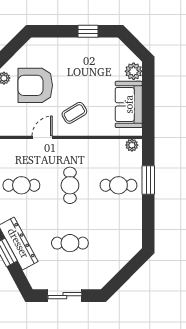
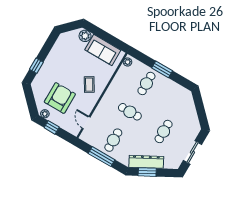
window: (88, 31) -> (36, 66), moved
armchair: (35, 85) -> (60, 98), turned 180
door: (42, 137) -> (86, 123), moved
window: (148, 180) -> (162, 69), moved

